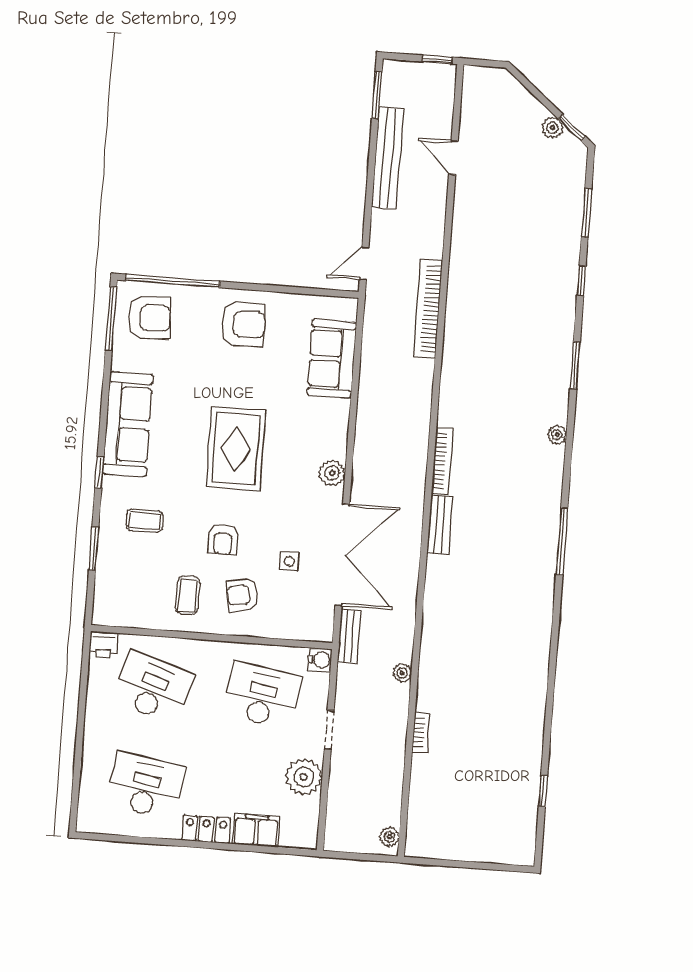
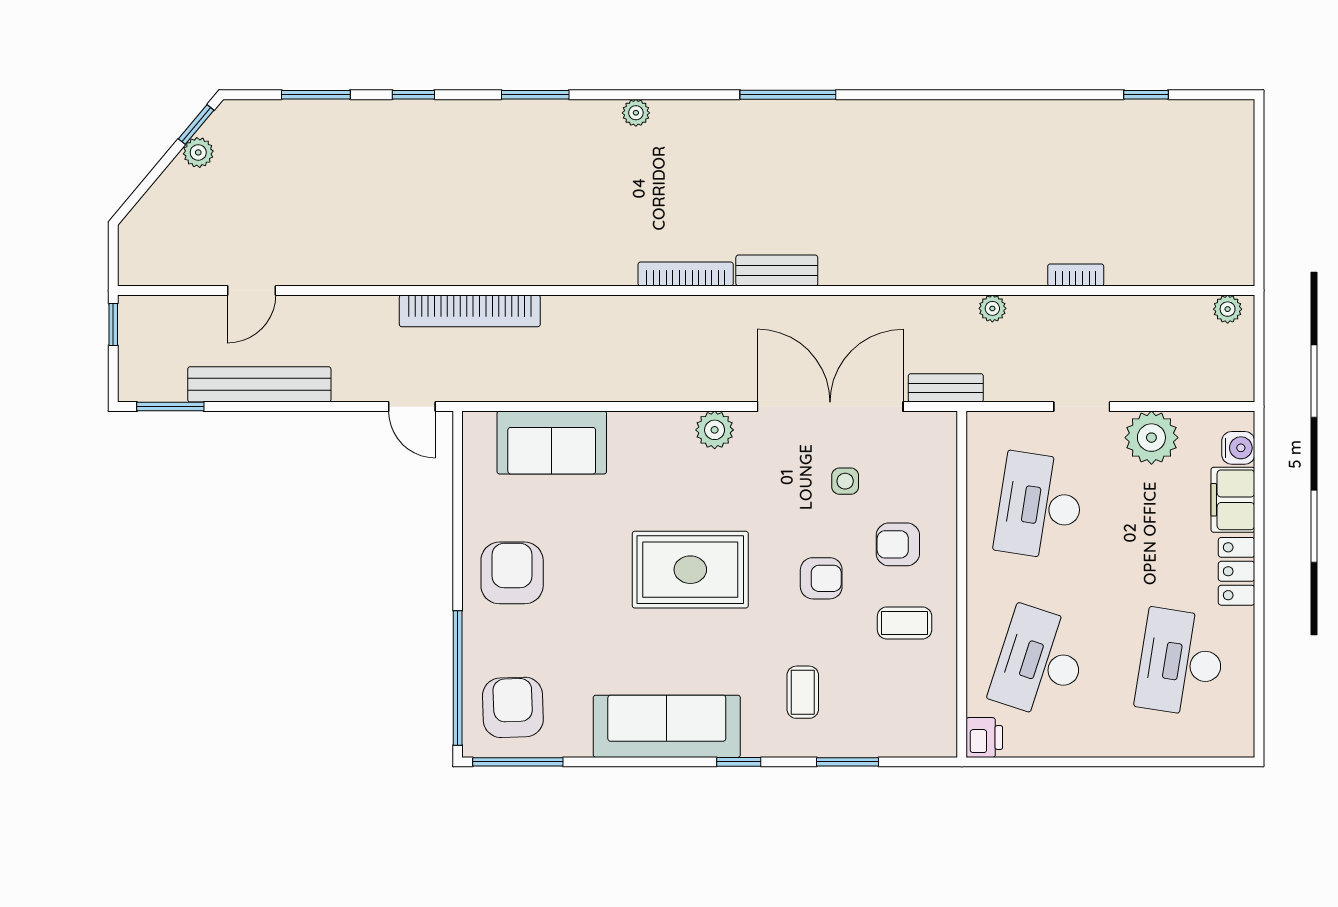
armchair: (243, 595) -> (898, 544), turned 100
water cooler: (320, 660) -> (1238, 448), moved, turned 90

